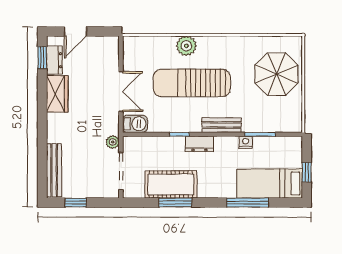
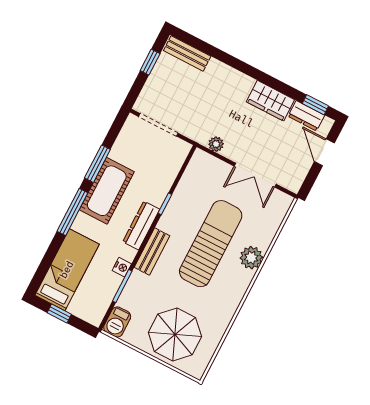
double door: (121, 92) -> (255, 175), moved
barbecue: (135, 124) -> (117, 322), moved
plant: (113, 142) -> (216, 144), moved
dresser: (199, 144) -> (141, 225), width x1.44
bench: (54, 170) -> (187, 53), width x0.73
cot: (171, 184) -> (107, 191), moved
window: (248, 203) -> (72, 212), moved

